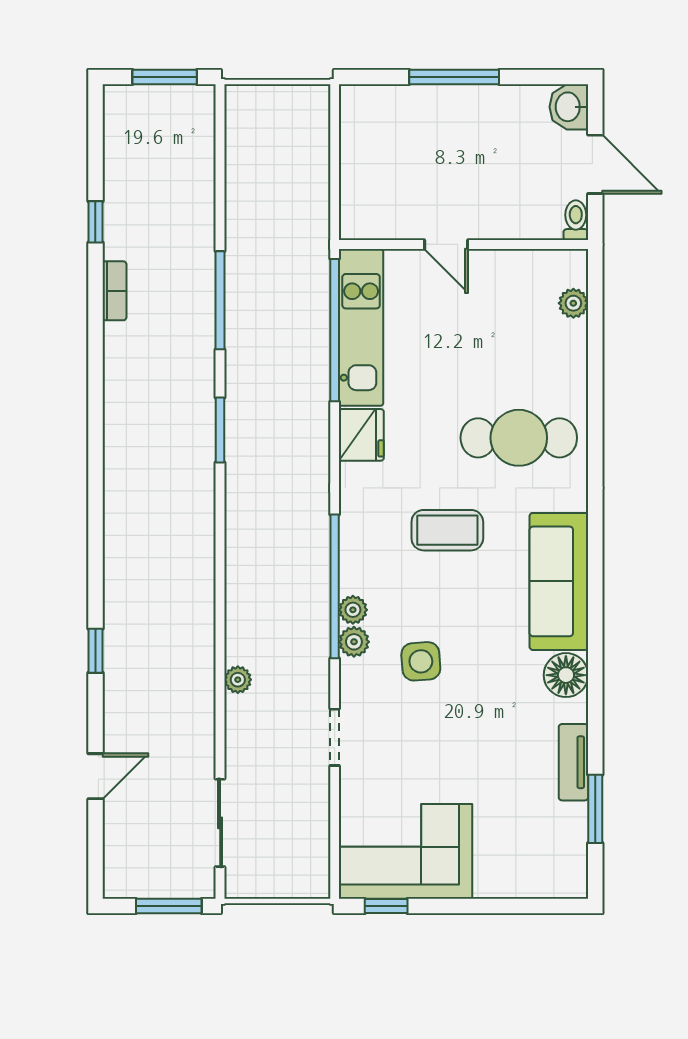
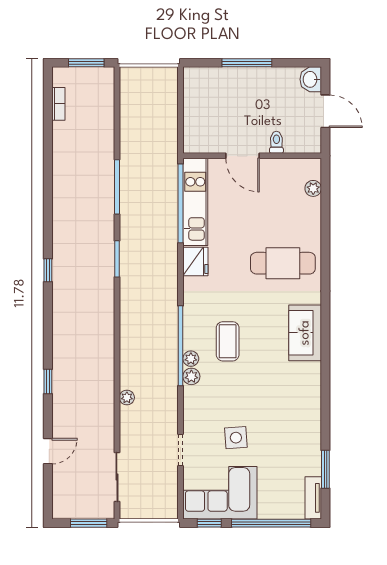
toilet: (576, 220) -> (276, 142), moved
window: (95, 222) -> (48, 270), moved
door: (446, 244) -> (243, 156), width x1.38
bookcase: (114, 291) -> (58, 104), moved
coffee table: (447, 530) -> (228, 341), moved, turned 90
sofa: (559, 581) -> (305, 333), width x0.73
side table: (421, 661) -> (236, 438), moved
floor lamp: (566, 675) -> (309, 395), removed
doorway: (335, 737) -> (181, 450), moved
tv unit: (573, 762) -> (313, 498), moved
window: (498, 906) -> (271, 523), added

